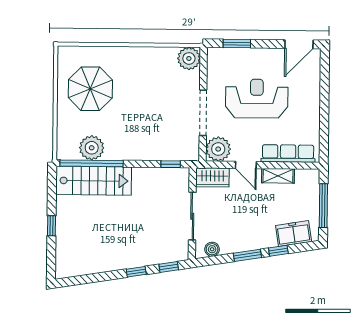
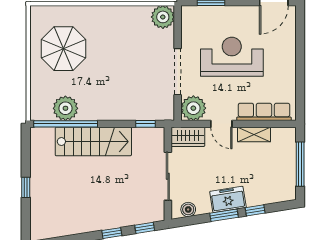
stairs: (94, 181) -> (93, 142), moved
freezer: (294, 234) -> (228, 199), moved

